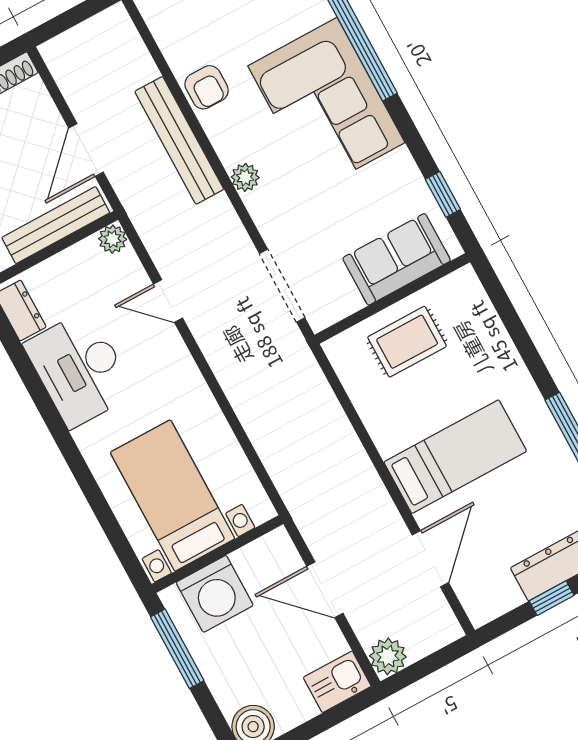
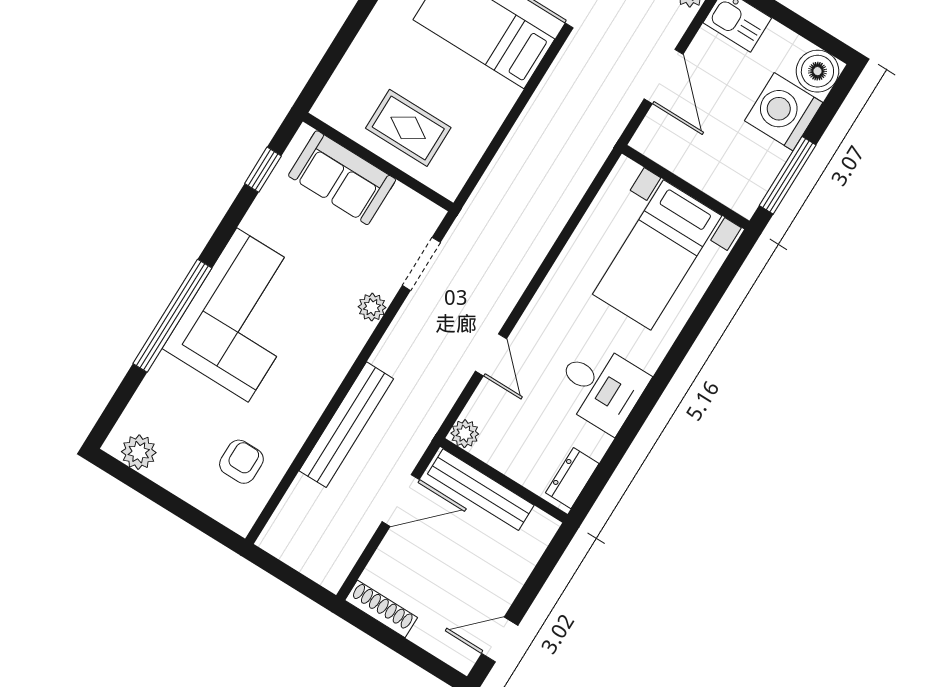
armchair: (207, 87) -> (241, 462), moved
plant: (245, 177) -> (372, 307), moved
doorway: (282, 286) -> (421, 264), width x0.73
desk: (79, 369) -> (601, 387), width x0.73
washing machine: (215, 594) -> (784, 112), moved, turned -90

